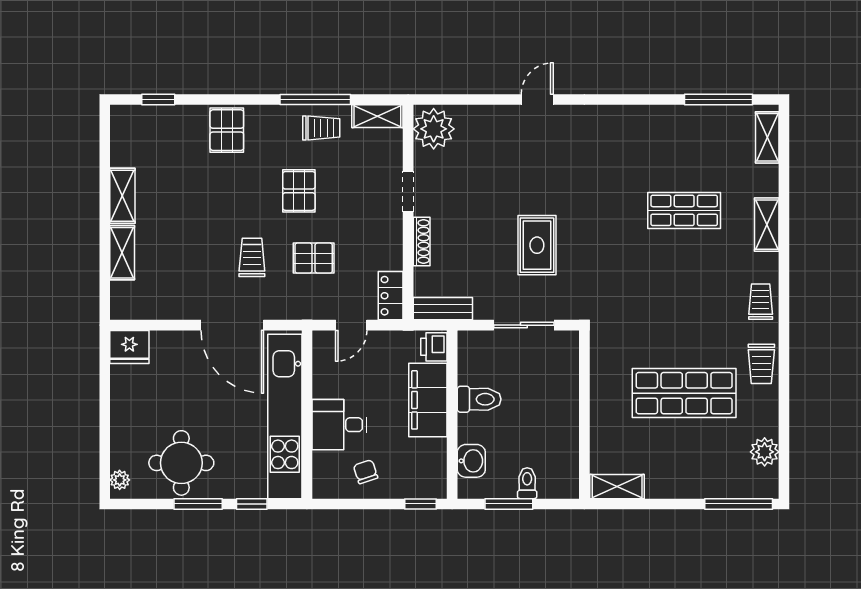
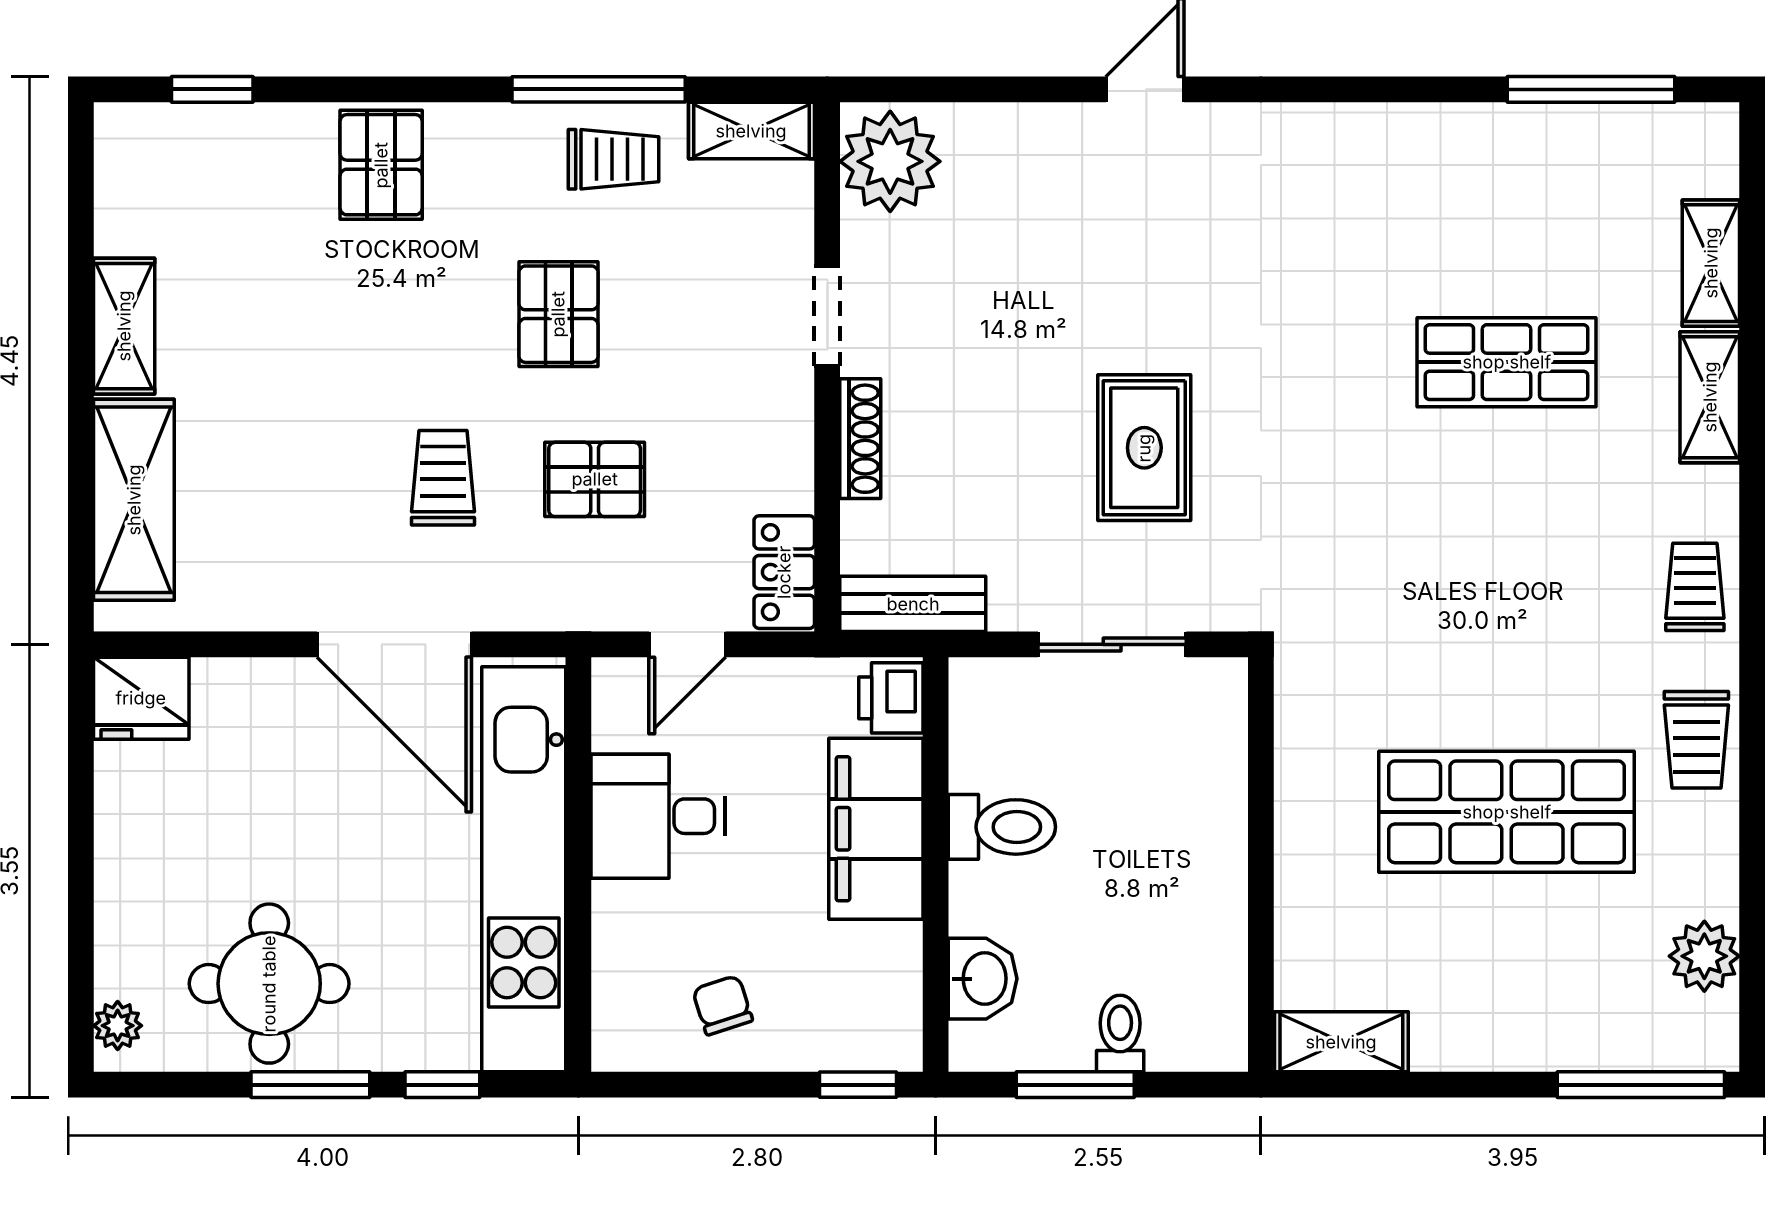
shelving: (767, 137) -> (1711, 263), moved
shelving: (122, 253) -> (134, 500), width x1.50, depth x1.33
desk: (339, 425) -> (658, 816), moved

